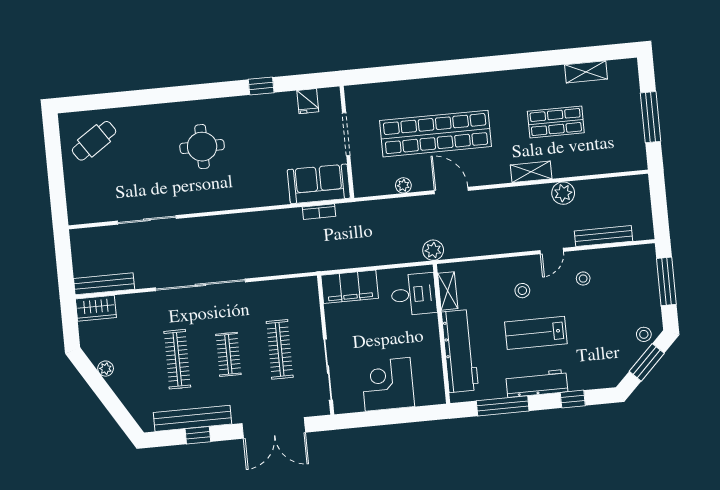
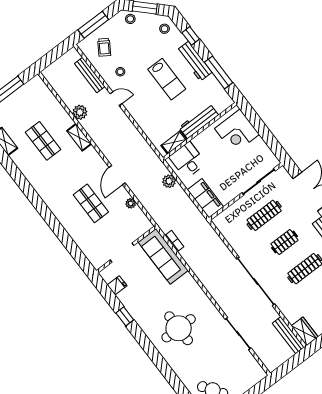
shop shelf: (436, 134) -> (91, 203), width x0.50, depth x0.74
round table: (202, 147) -> (179, 328), width x1.36, depth x1.36
sofa: (319, 184) -> (163, 256), width x1.36
plant: (433, 250) -> (169, 181), moved
trolley: (628, 277) -> (104, 47), added
stool: (522, 291) -> (165, 29), moved
workbench: (460, 351) -> (199, 121), width x0.73, depth x0.76
corner desk: (388, 384) -> (237, 131), moved

